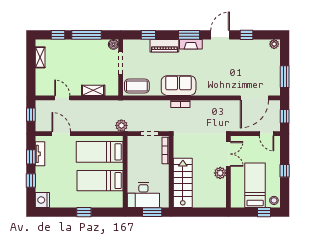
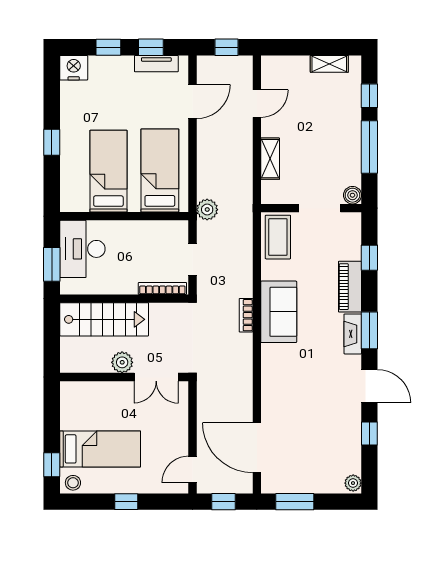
double door: (228, 154) -> (156, 377), moved
wall: (228, 172) -> (124, 377), moved
plant: (220, 173) -> (122, 362), moved

